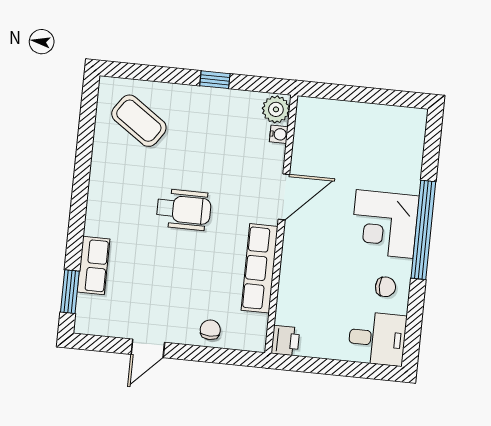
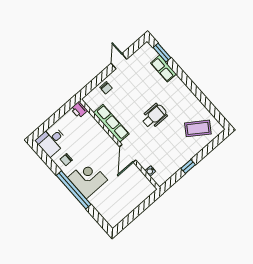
plant: (276, 109) -> (159, 178), removed
wheelchair: (184, 210) -> (154, 116), turned 180

